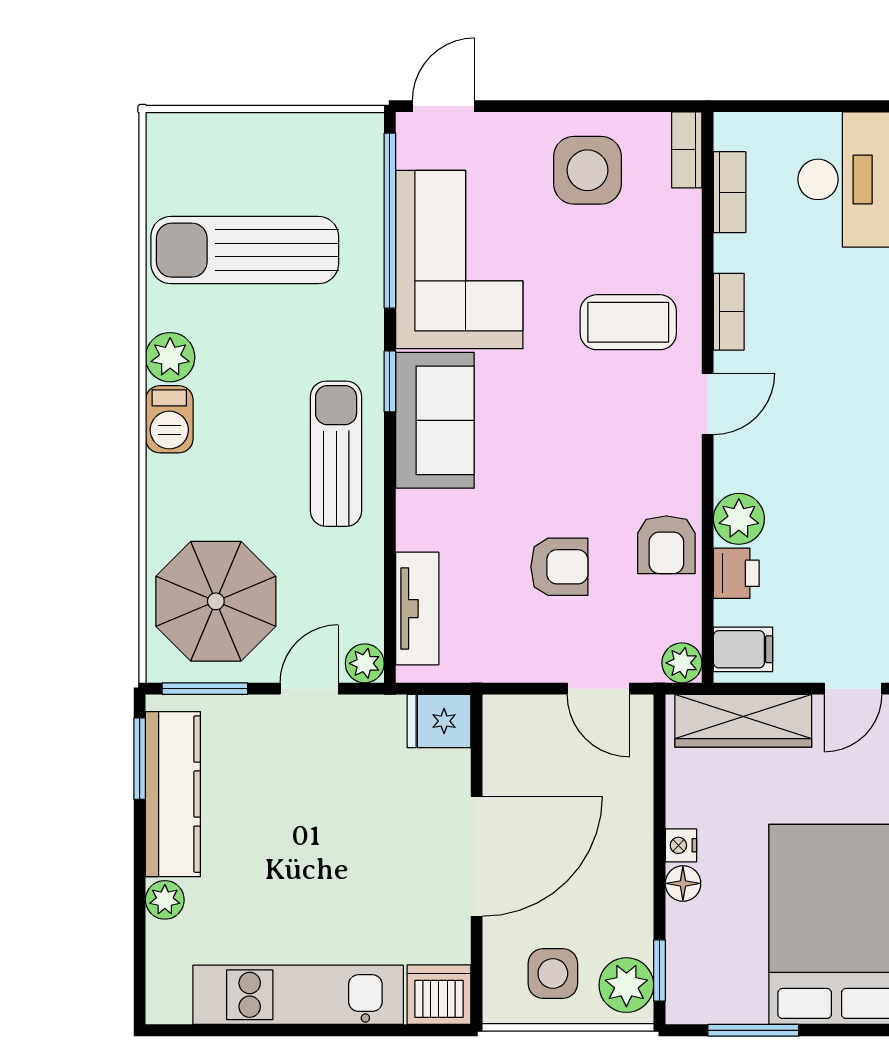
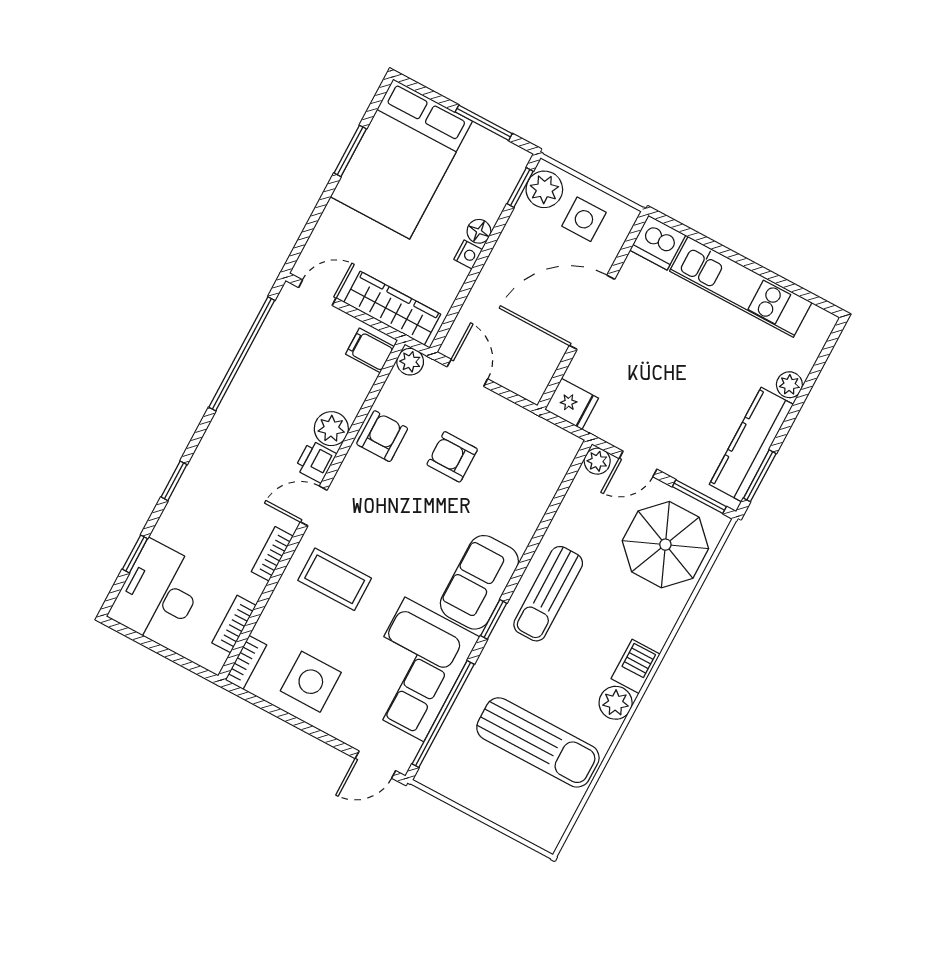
printer: (736, 573) -> (316, 462), moved
tv unit: (417, 609) -> (549, 477), removed

